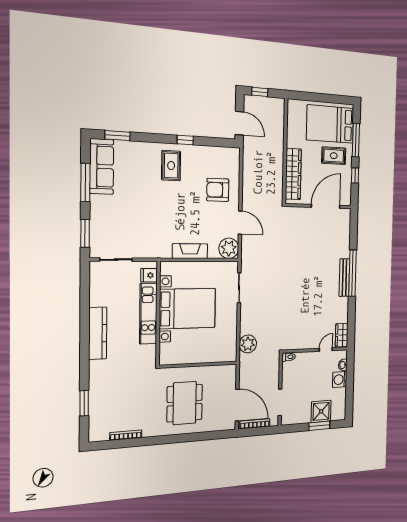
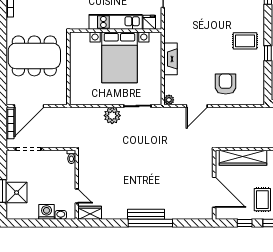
plant: (229, 248) -> (169, 100), width x0.53, depth x0.53
plant: (248, 344) -> (112, 116), moved
dining table: (185, 403) -> (34, 56), width x1.36, depth x1.24

